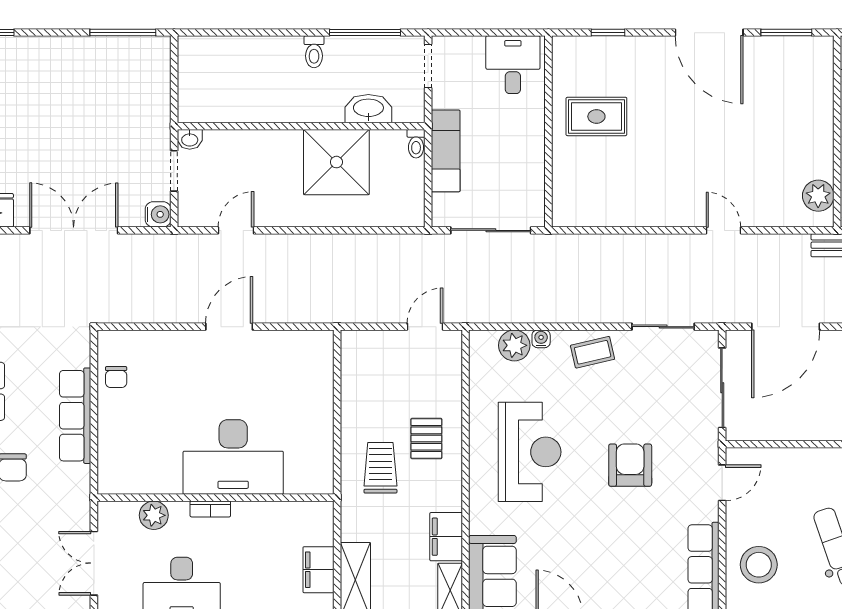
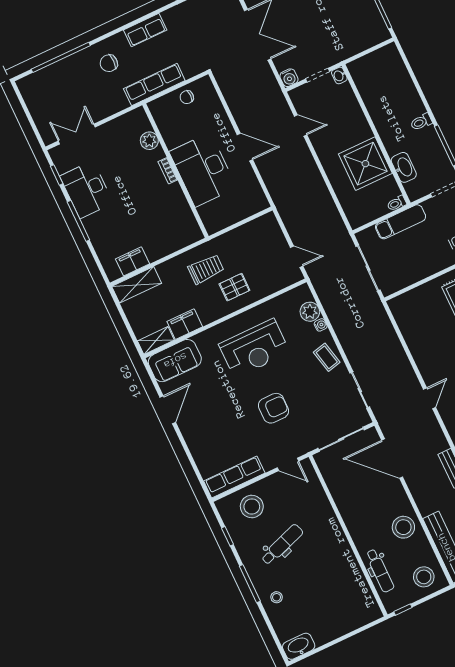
desk: (233, 457) -> (203, 170), moved
wall: (216, 498) -> (175, 171), moved
bookcase: (210, 509) -> (168, 171), moved
plant: (154, 515) -> (149, 141), moved

